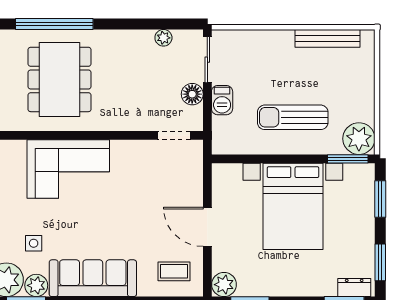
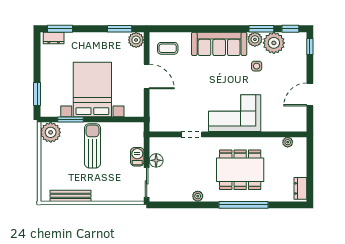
plant: (163, 38) -> (198, 196), moved
dining table: (60, 79) -> (240, 170), turned 90
sun lounger: (293, 117) -> (93, 146), turned -90
doorway: (174, 135) -> (192, 134), moved
window: (348, 159) -> (71, 120), moved
window: (380, 262) -> (37, 54), removed

